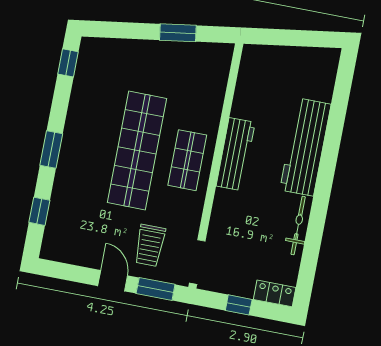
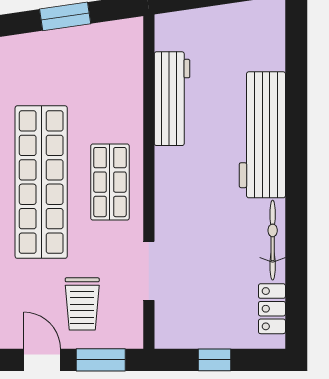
workbench: (236, 154) -> (172, 99), moved
doorway: (197, 262) -> (149, 271), moved
locker: (275, 293) -> (272, 309), moved, turned -90

